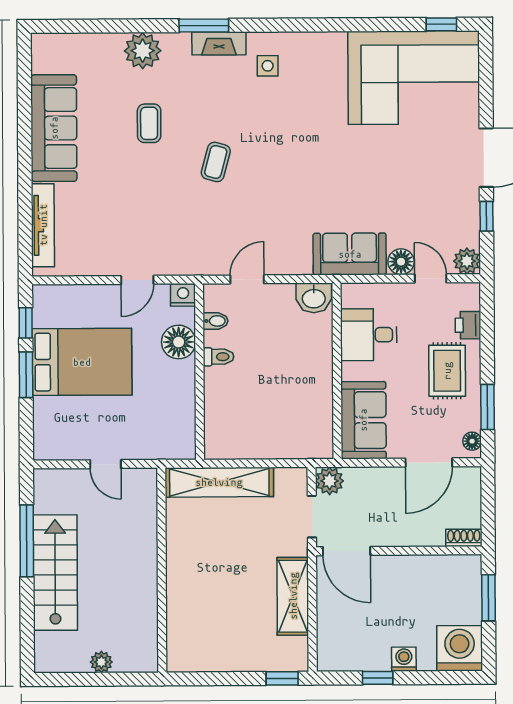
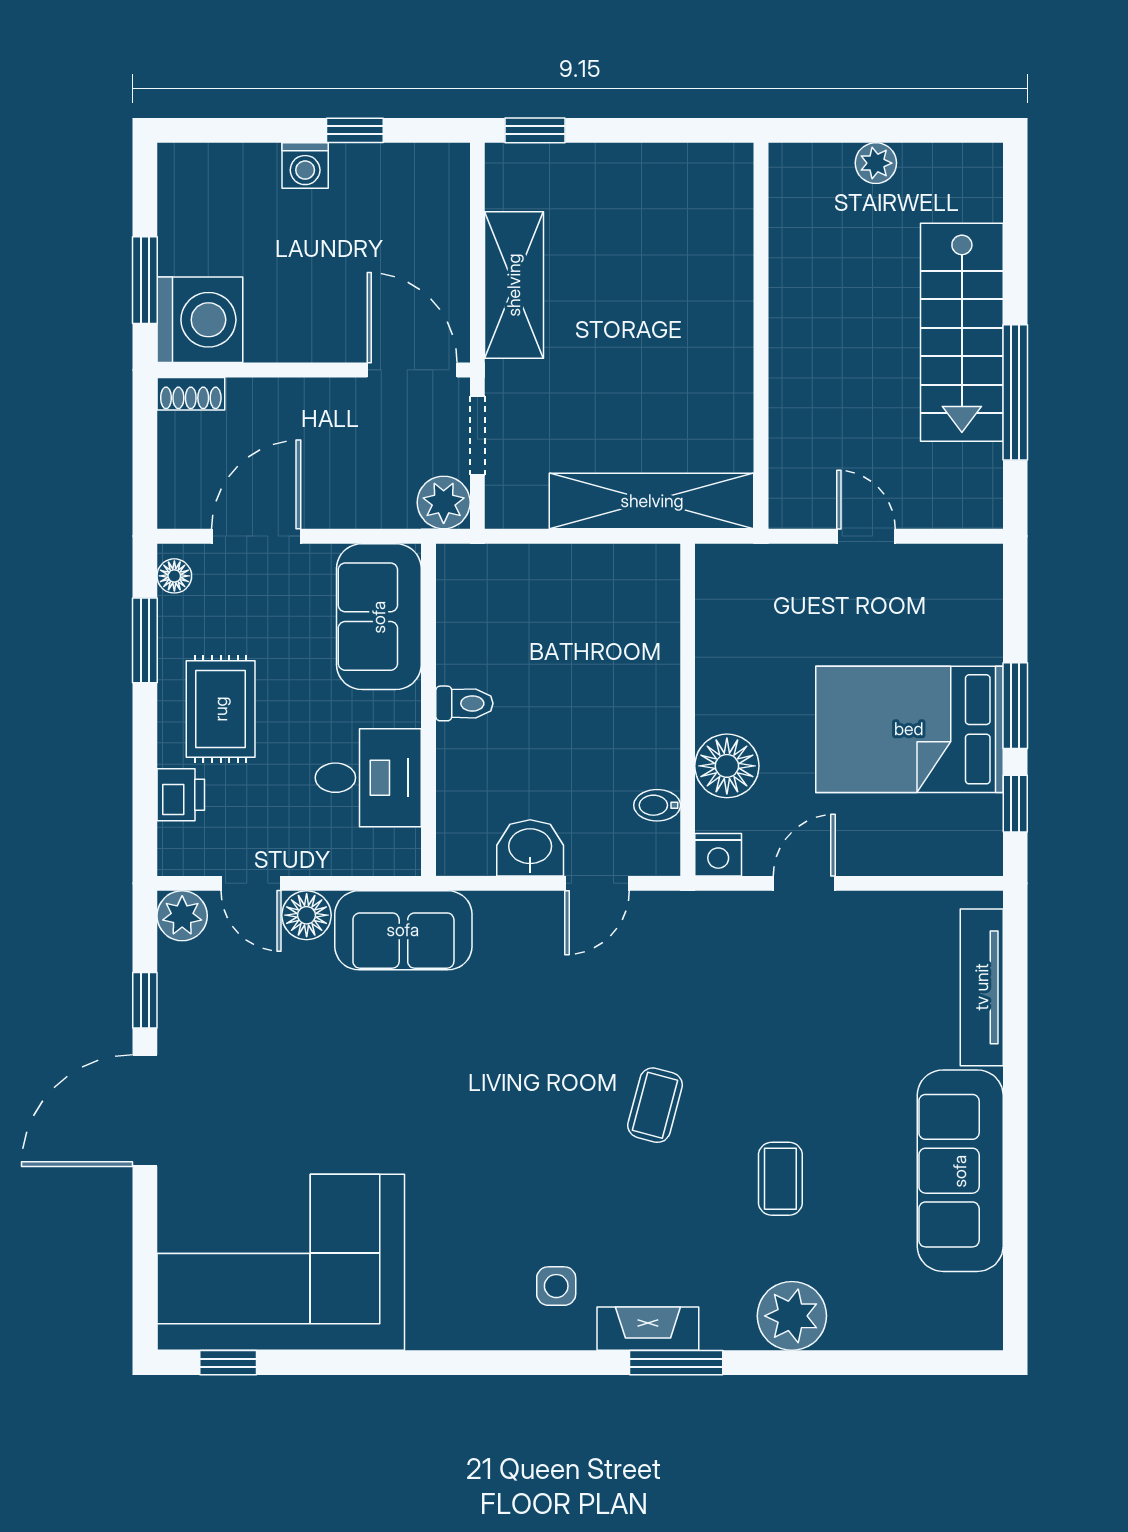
washbasin: (314, 298) -> (530, 848), moved
toilet: (218, 357) -> (464, 703), moved, turned 180
washing machine: (460, 648) -> (200, 320), moved, turned -90

